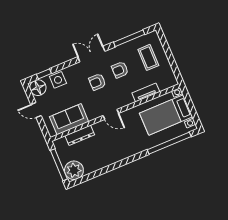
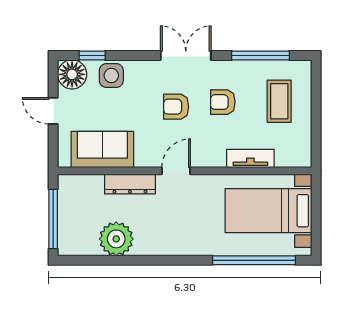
door: (111, 114) -> (176, 171), swing flipped
dresser: (80, 135) -> (130, 184), moved
plant: (74, 170) -> (116, 239), moved

